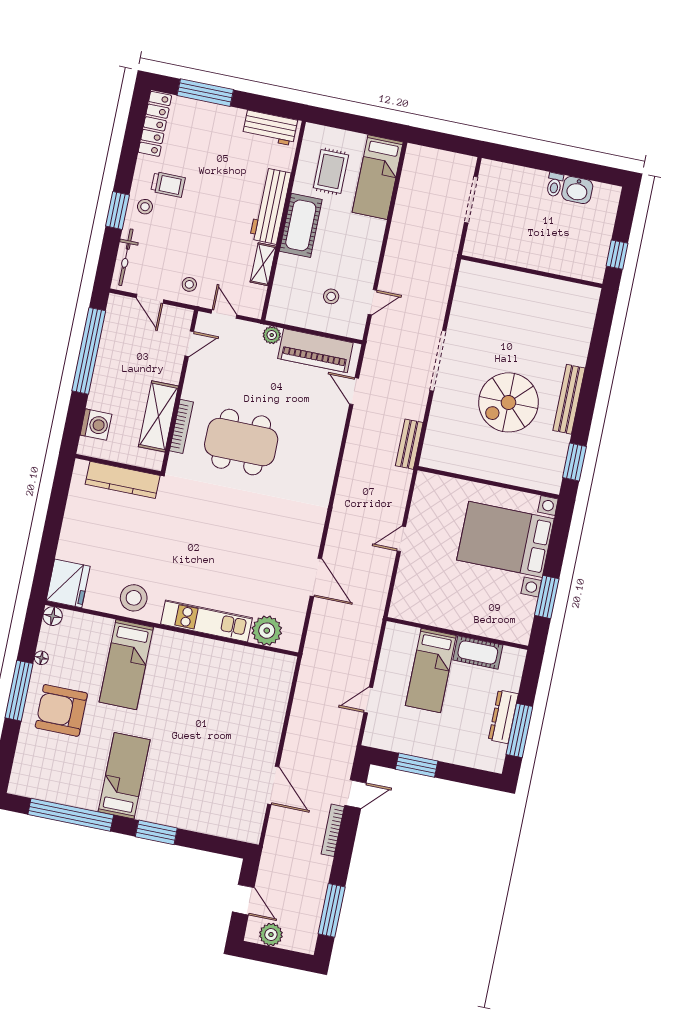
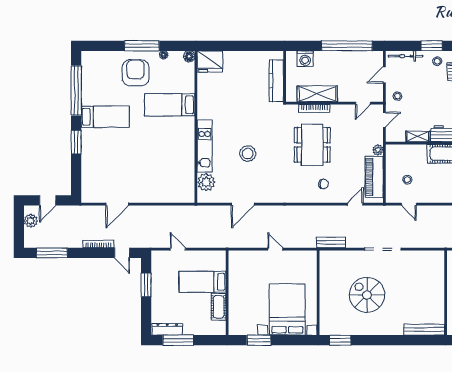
door: (189, 344) -> (363, 103), hinge flipped
bench: (569, 399) -> (424, 330), moved
chair: (310, 437) -> (323, 184), added
stool: (134, 598) -> (248, 154), moved
dresser: (503, 717) -> (167, 329), moved

